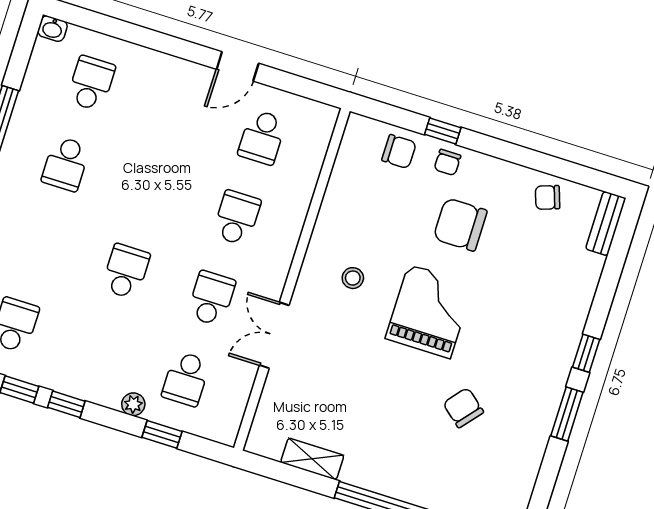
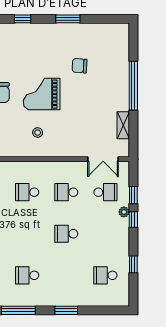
school desk: (66, 164) -> (27, 275), turned 180
double door: (274, 335) -> (103, 159), moved
window: (586, 353) -> (23, 19), moved
window: (66, 404) -> (133, 219), moved
chair: (463, 408) -> (80, 66), turned 54

